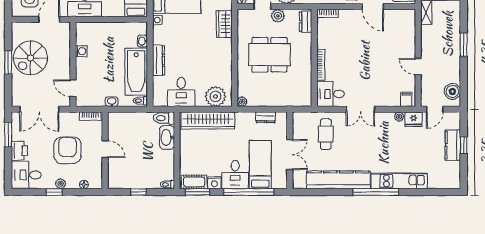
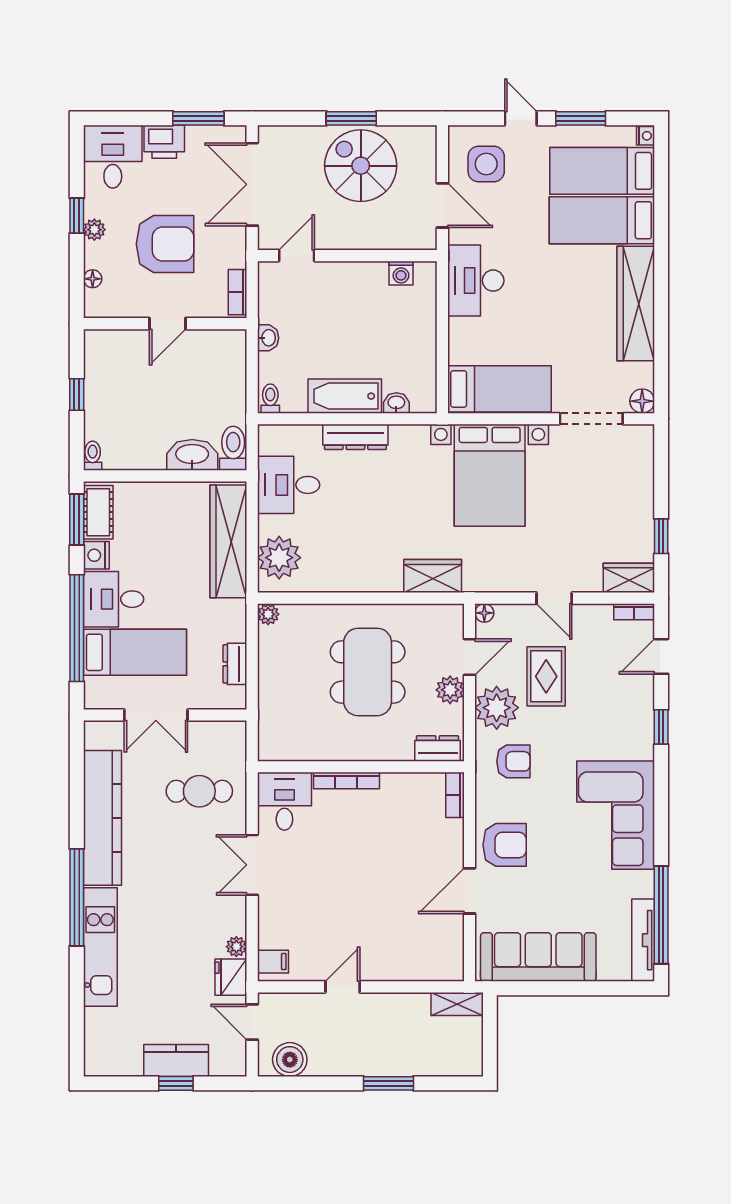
washing machine: (81, 51) -> (401, 273), moved
bathtub: (136, 72) -> (345, 396), width x0.73, depth x0.73

